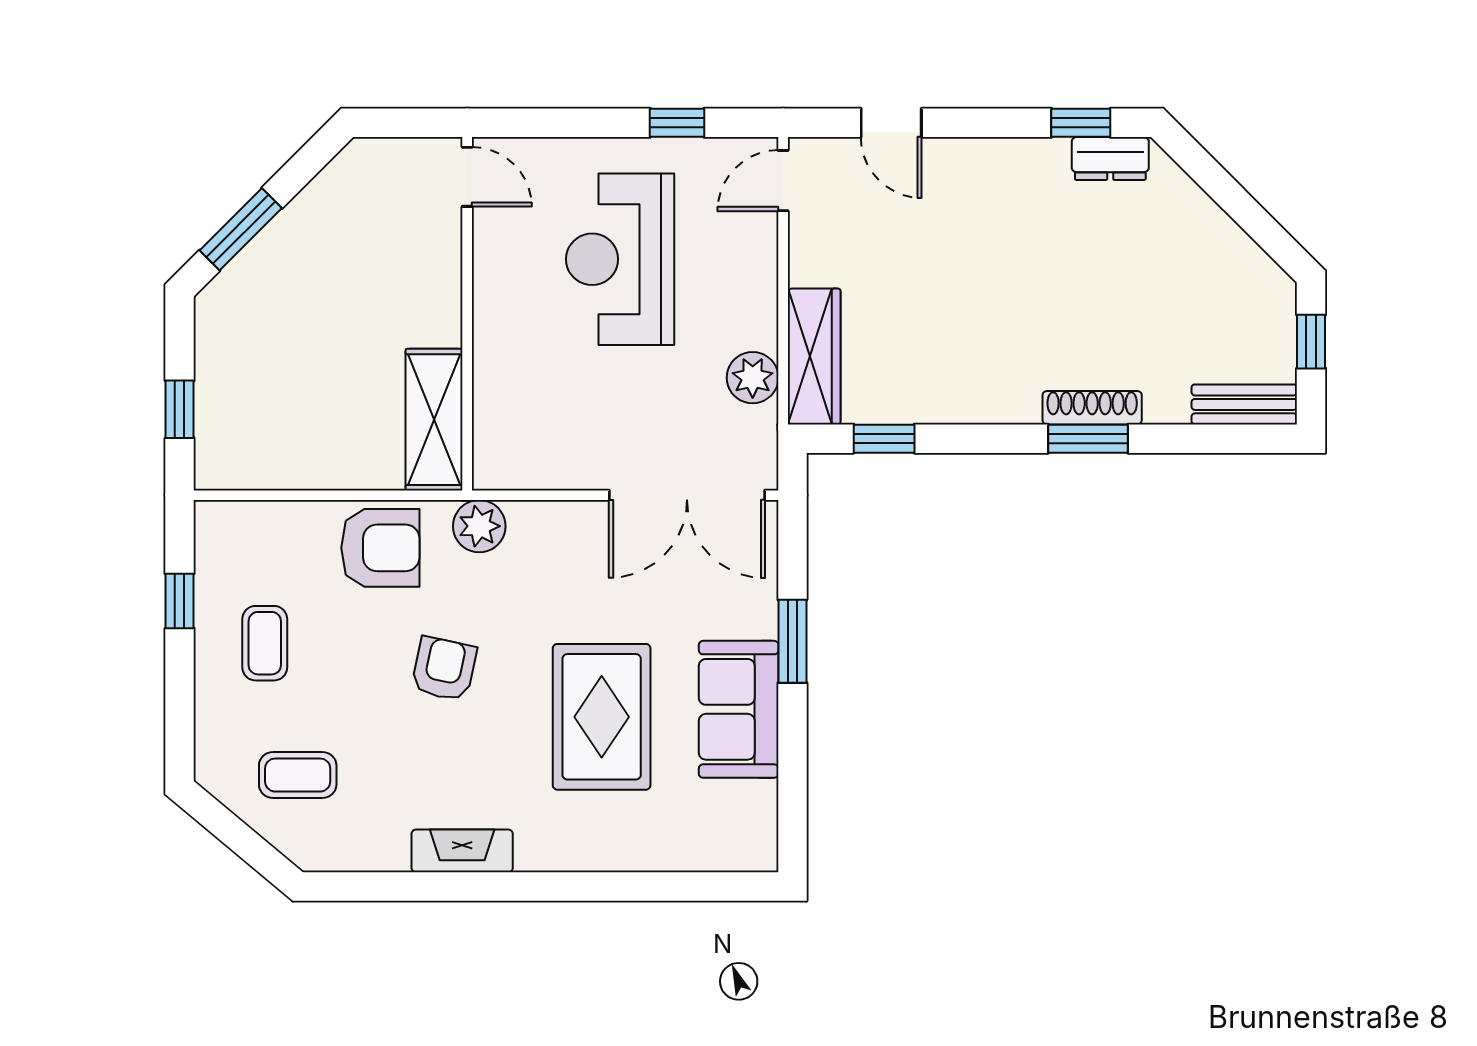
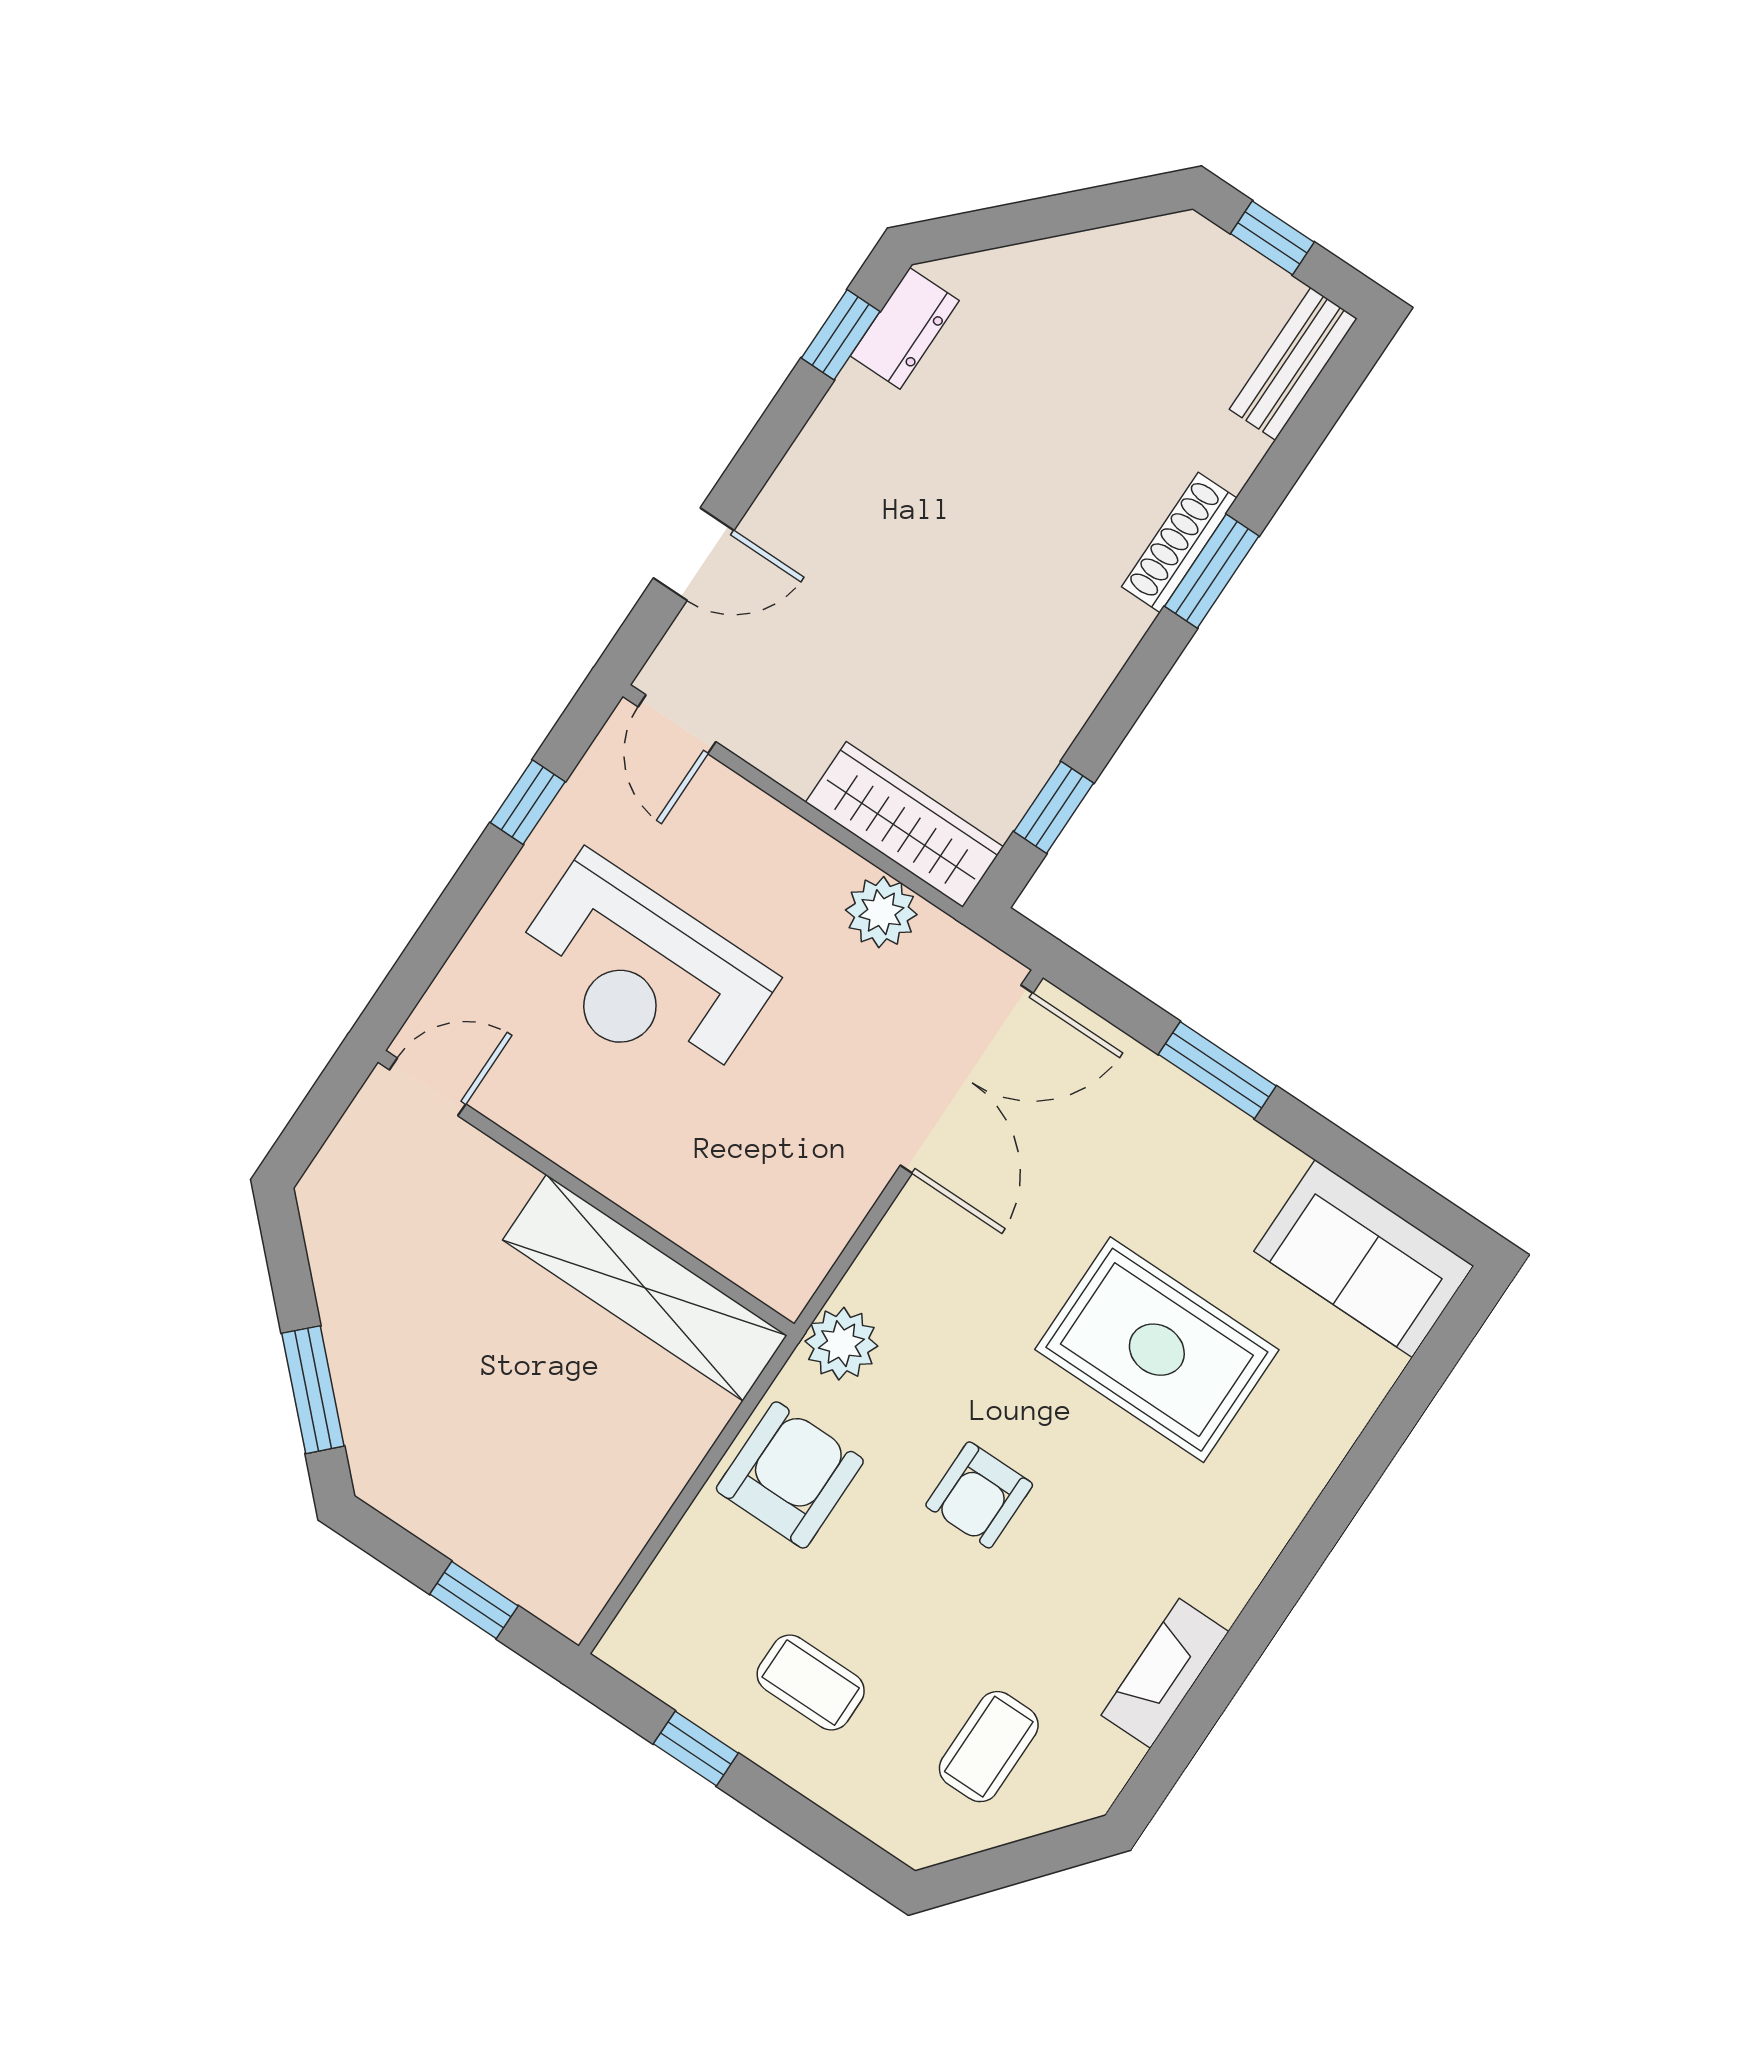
shelving: (434, 420) -> (645, 1288), width x1.47
armchair: (444, 669) -> (979, 1495), turned -102
sofa: (739, 709) -> (1364, 1258), moved
fireplace: (462, 851) -> (1165, 1673), moved

